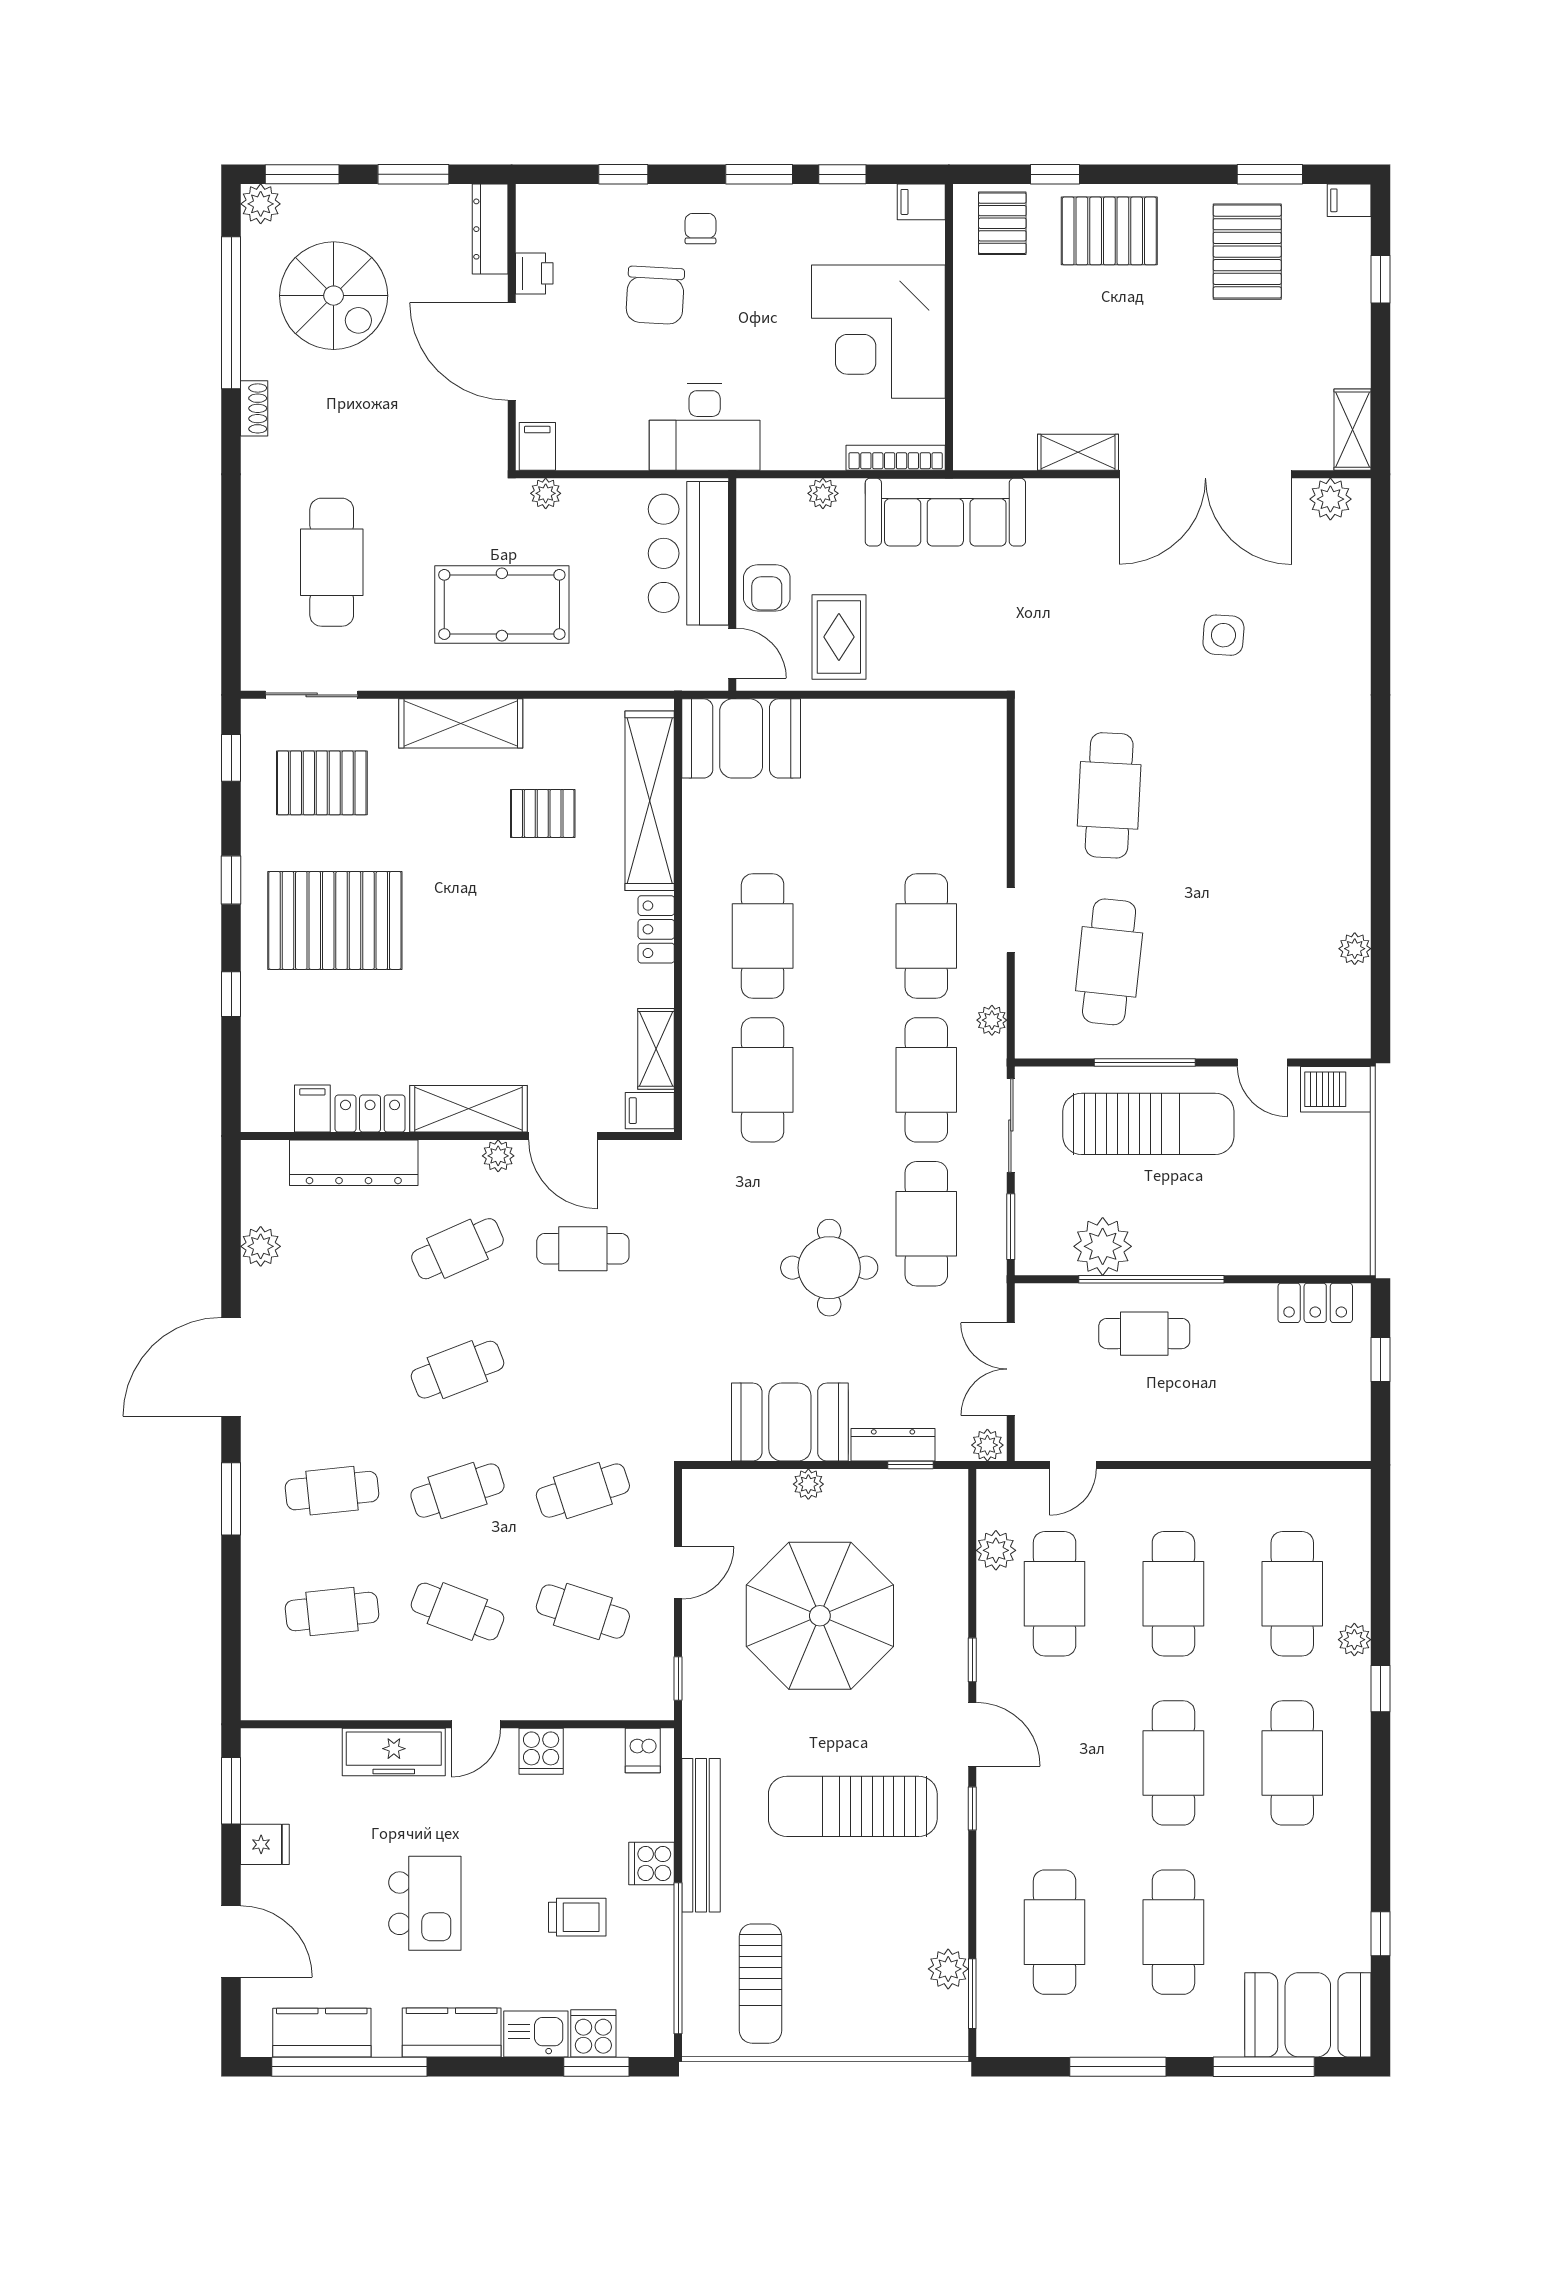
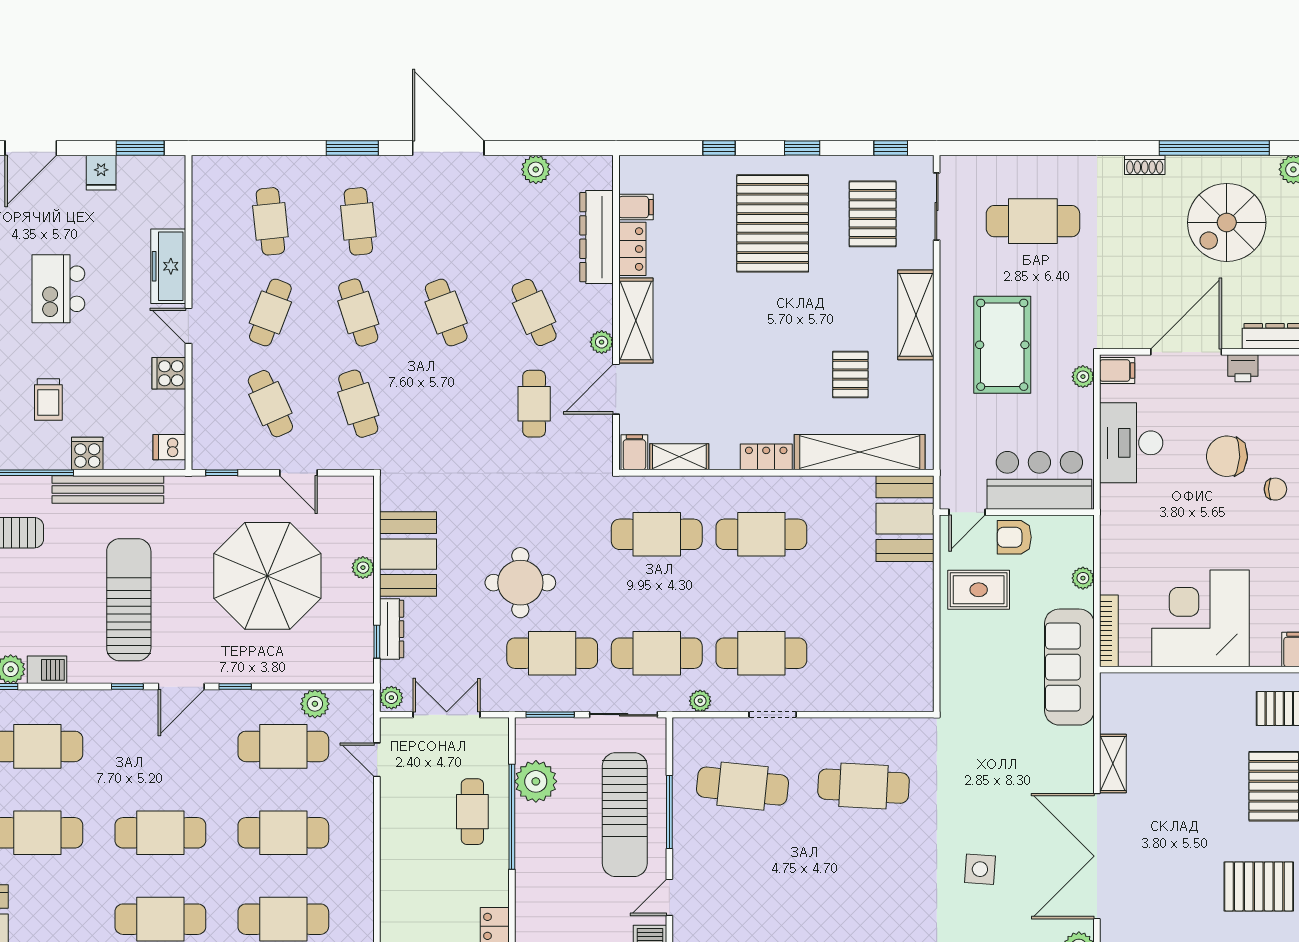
desk: (705, 427) -> (1131, 443), moved
cafe table: (583, 1612) -> (270, 404), turned -42
kitchen island: (425, 1903) -> (58, 289), turned 90
barbecue: (949, 1919) -> (47, 670), added

